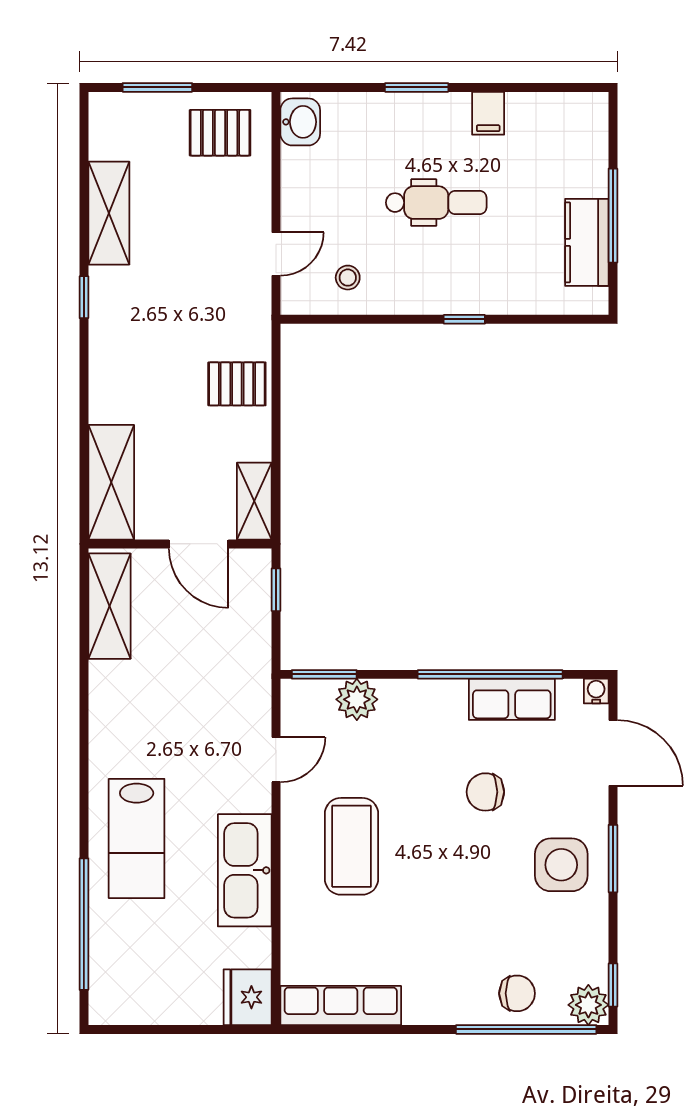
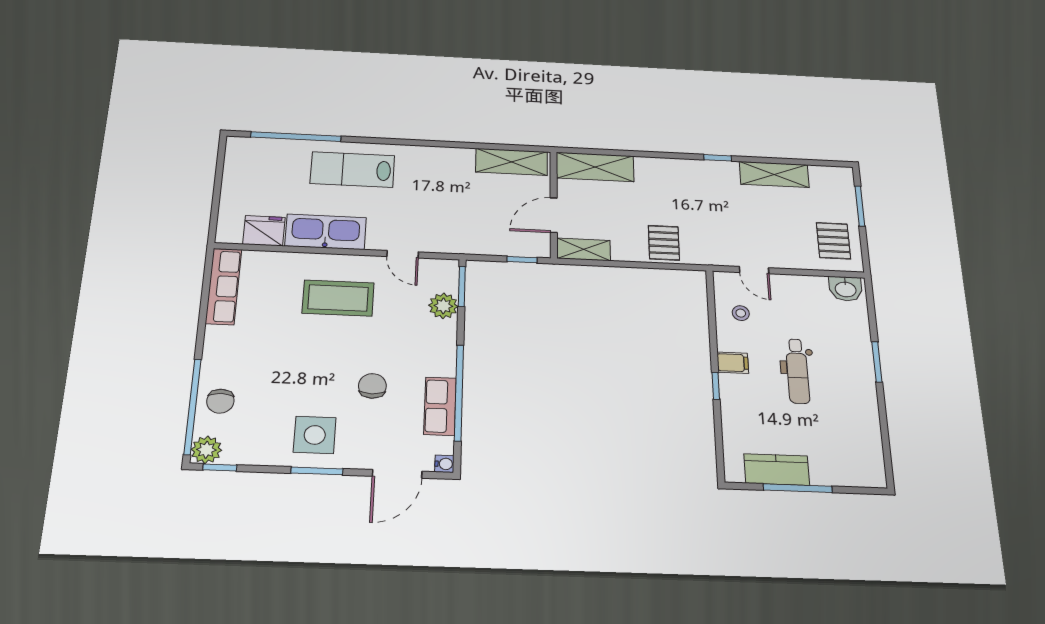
filing cabinet: (488, 113) -> (733, 363), moved, turned 180
fridge: (248, 997) -> (264, 231), moved

